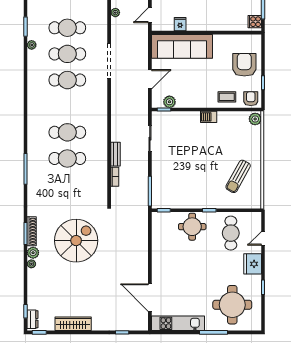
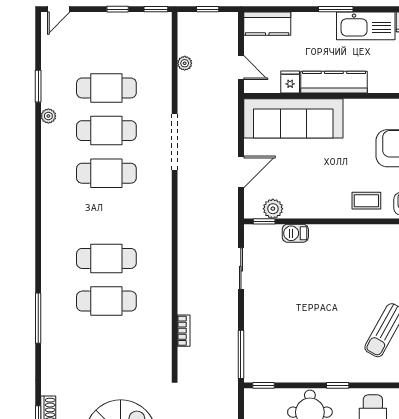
door: (150, 15) -> (241, 68), swing flipped
kitchen counter: (207, 24) -> (334, 82), added
barbecue: (209, 117) -> (295, 233), moved
bench: (115, 154) -> (185, 294), removed

